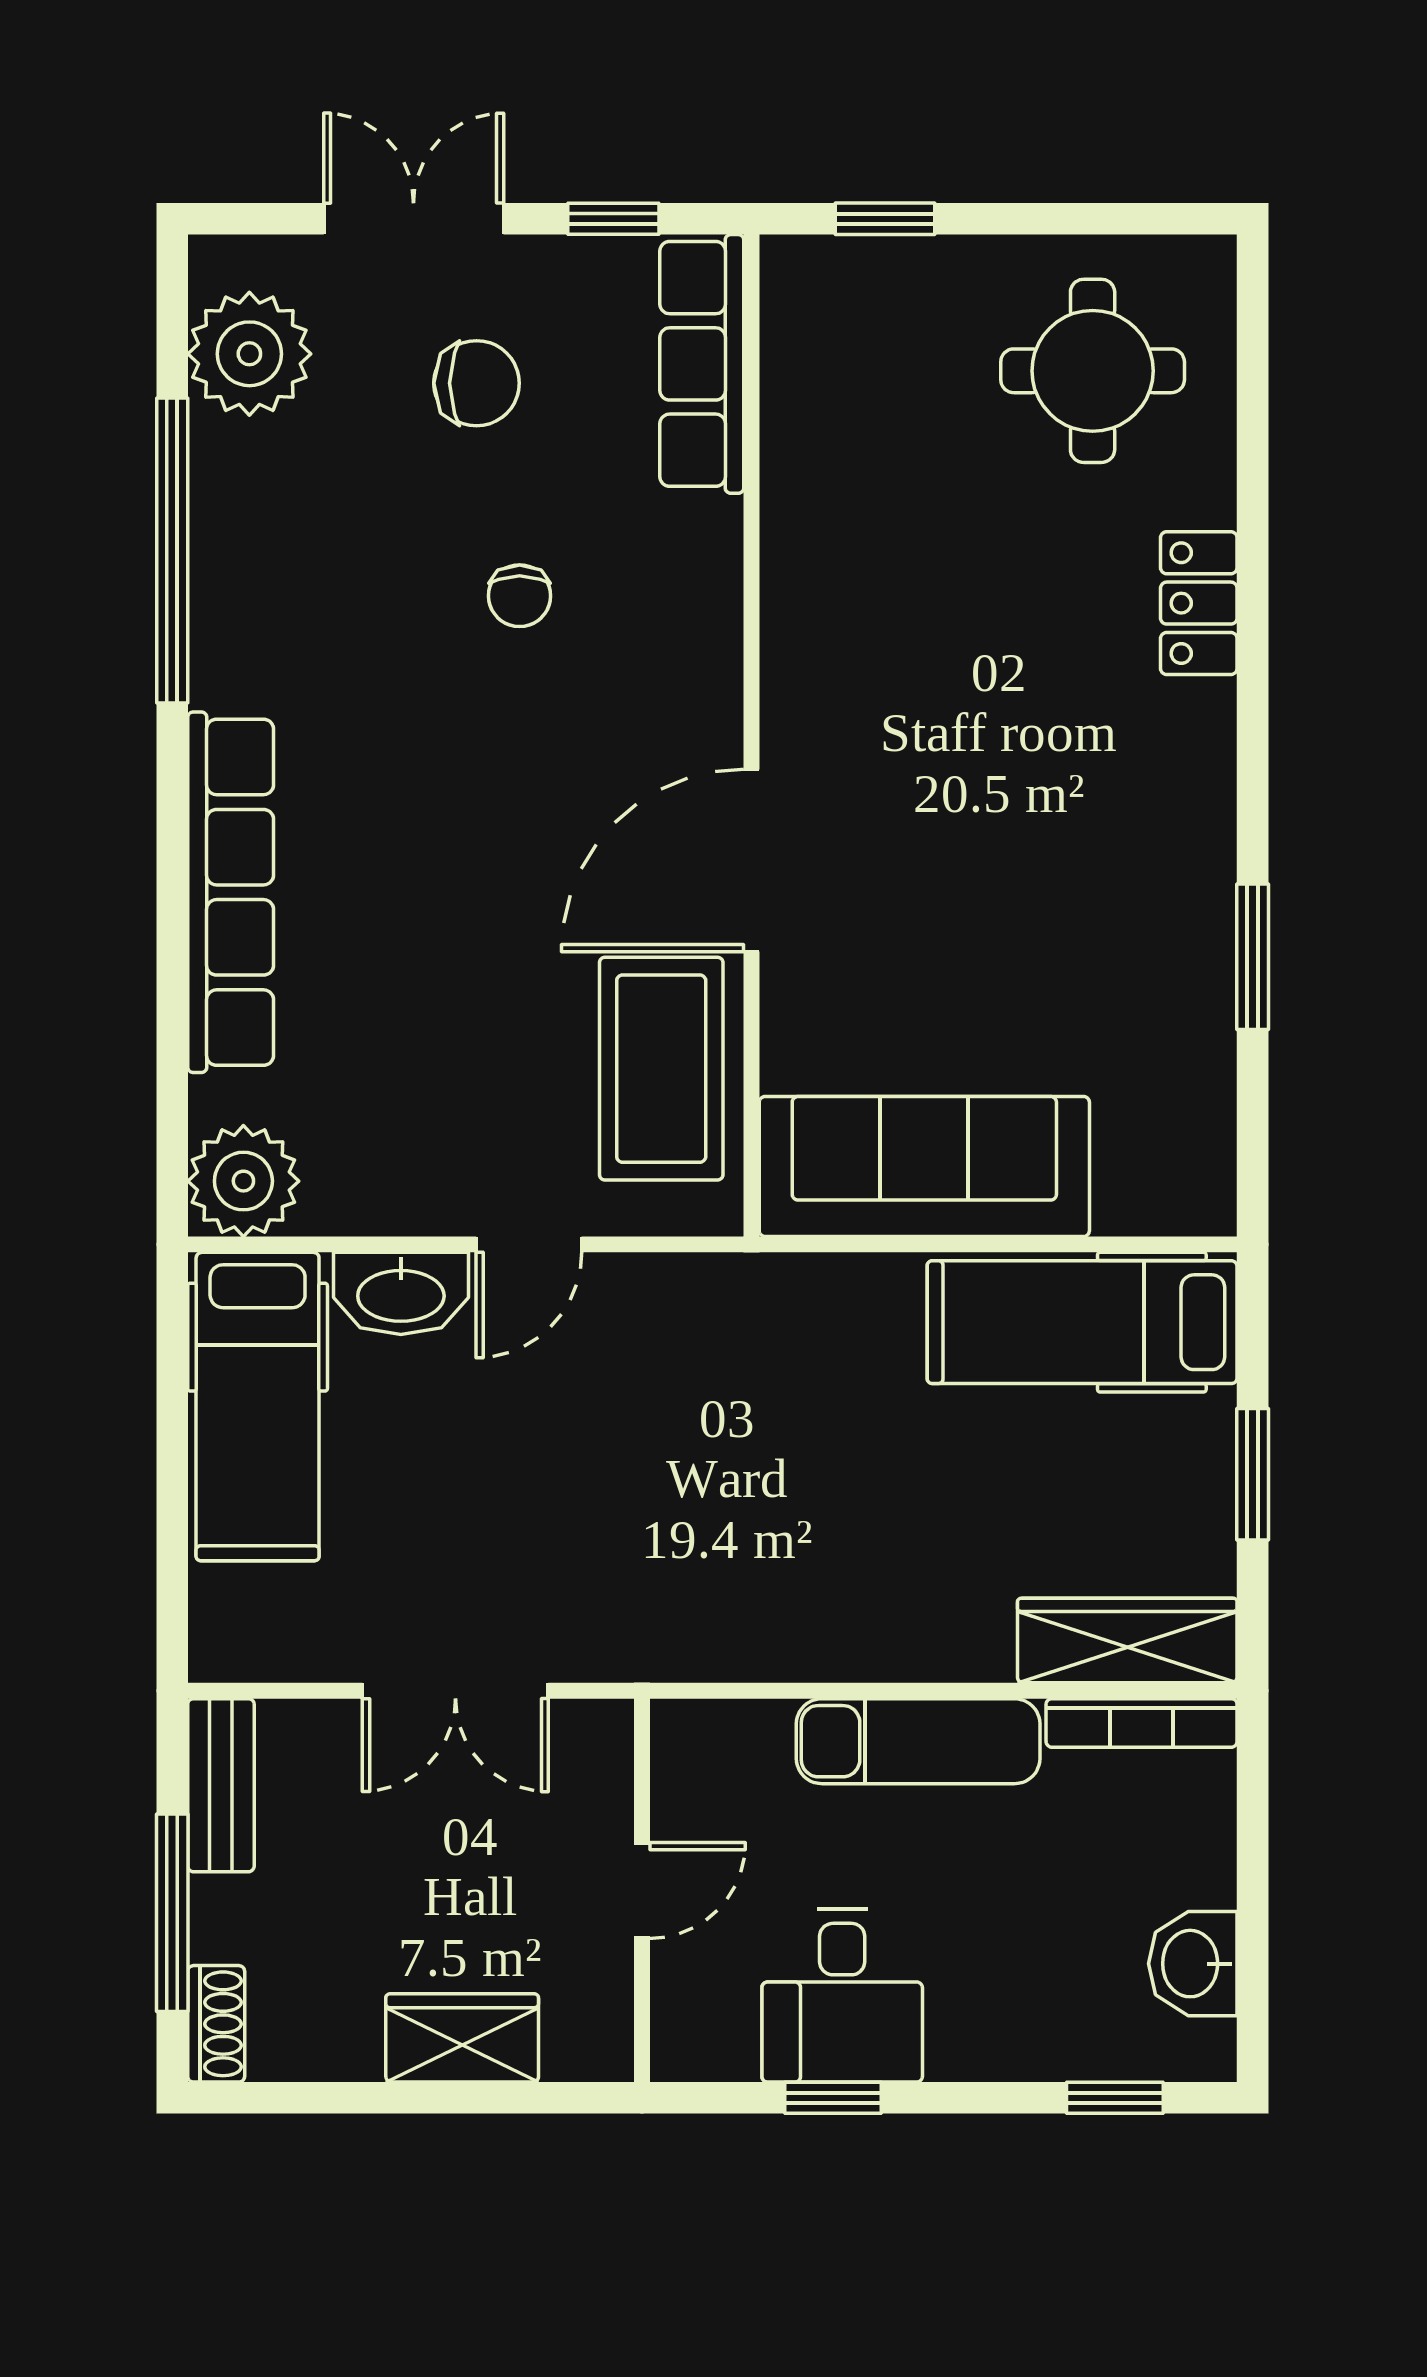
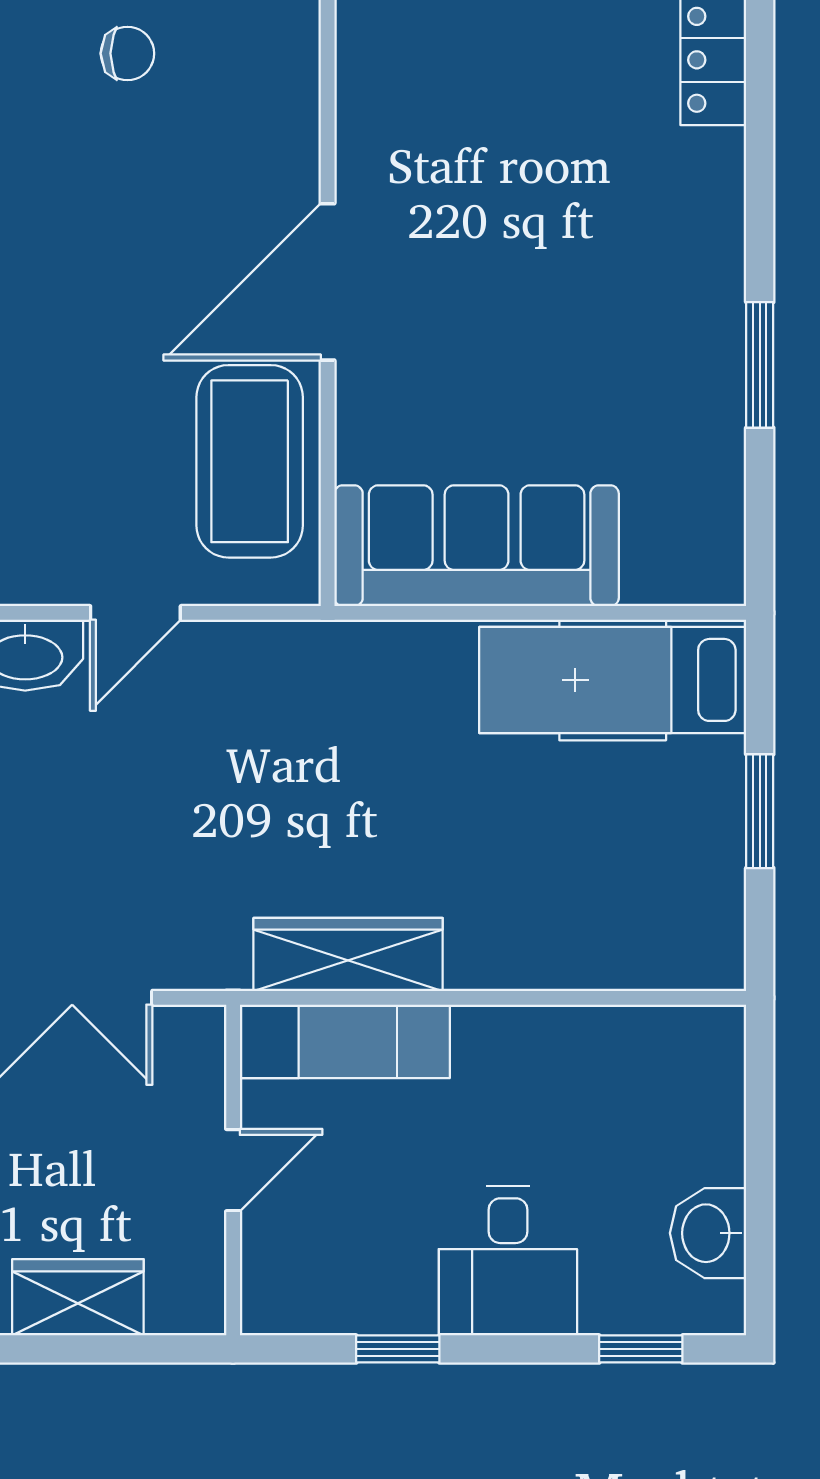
chair: (520, 596) -> (127, 53), turned -90
wardrobe: (1127, 1640) -> (348, 955), moved
bookcase: (1142, 1723) -> (664, 1026), removed
exam couch: (918, 1741) -> (345, 1041), moved
desk: (842, 1996) -> (508, 1261), moved

